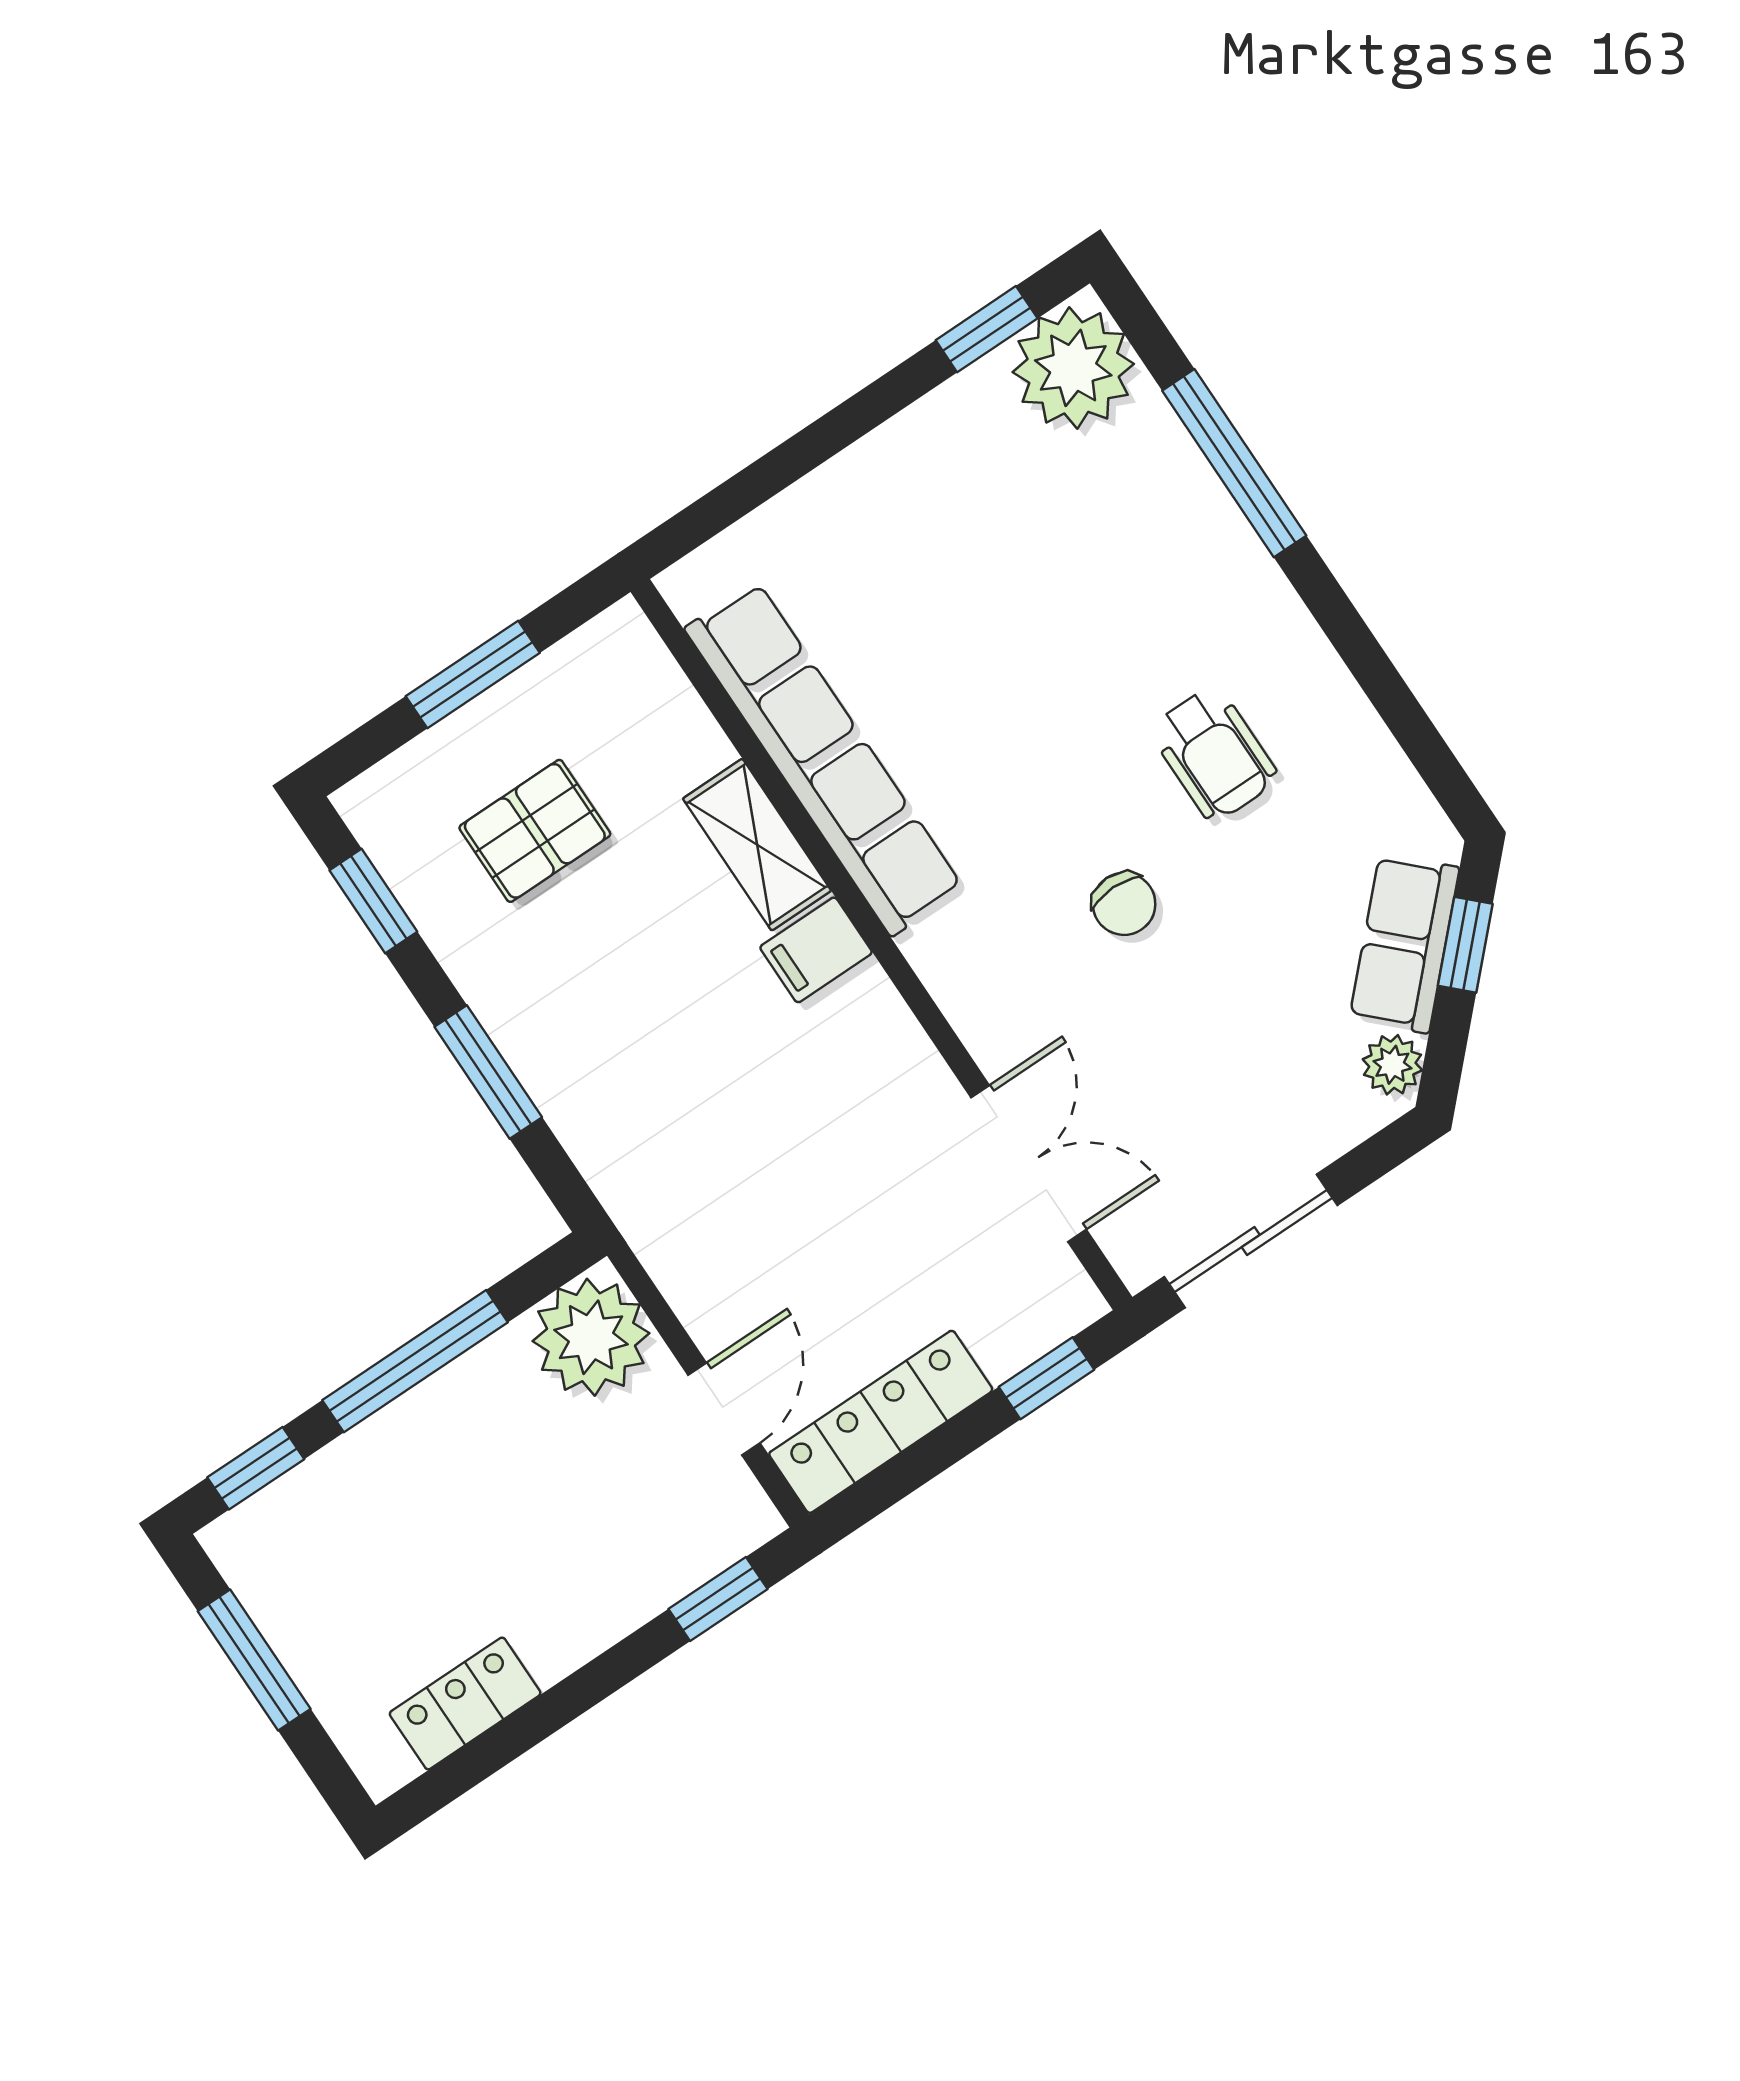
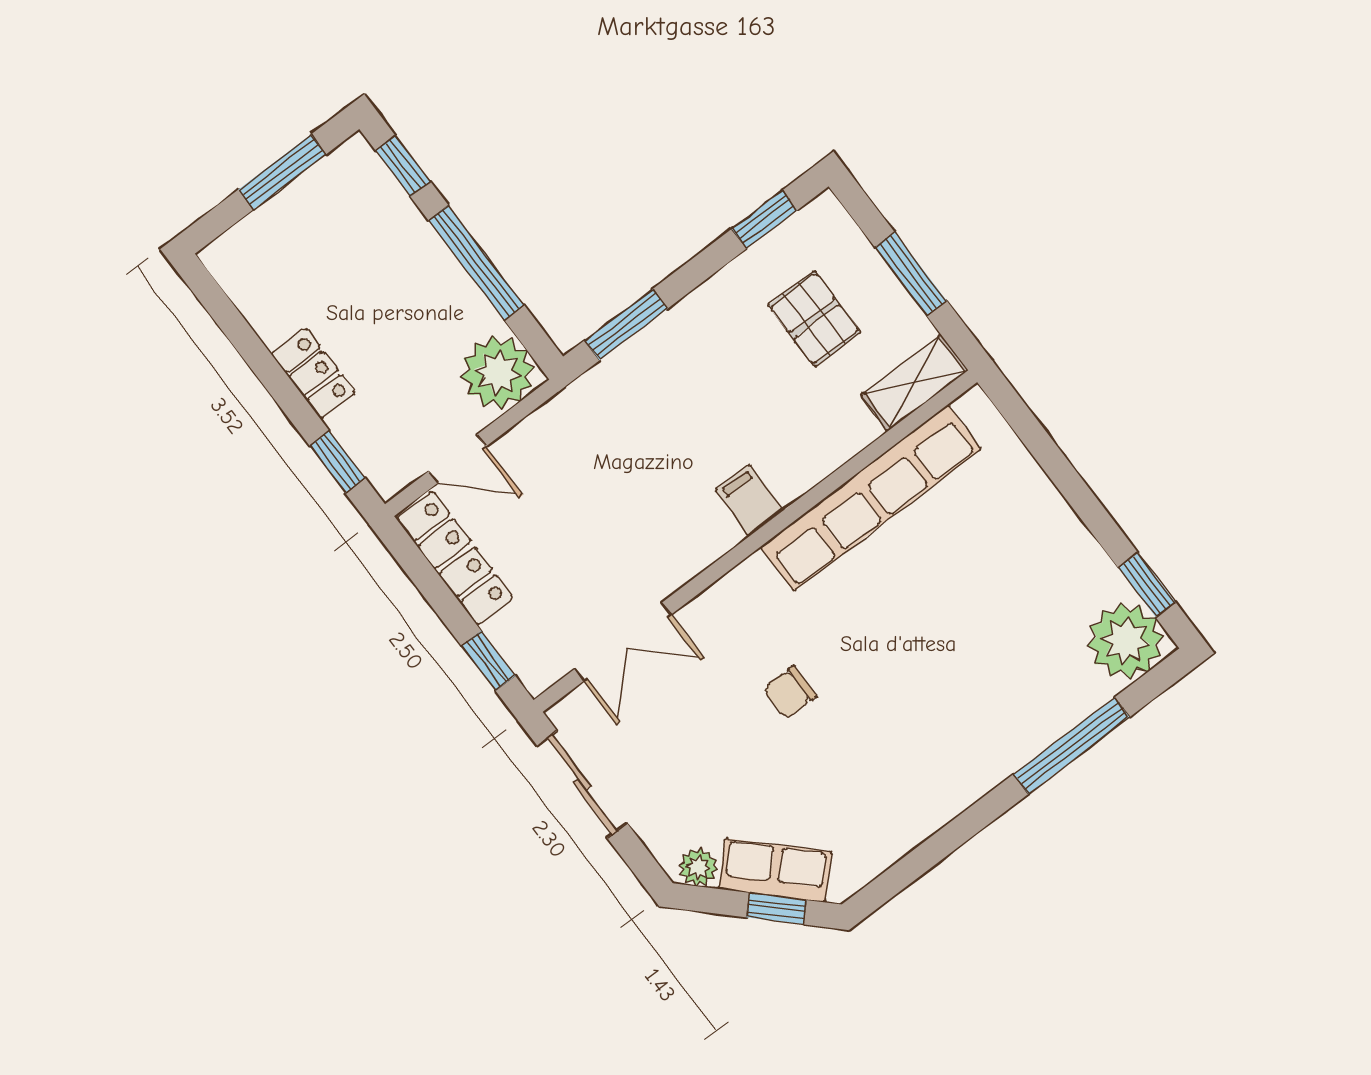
wheelchair: (1214, 754) -> (888, 744), removed
shelving: (757, 845) -> (915, 383), moved
window: (488, 1072) -> (626, 325), moved
locker: (465, 1703) -> (313, 374), moved

